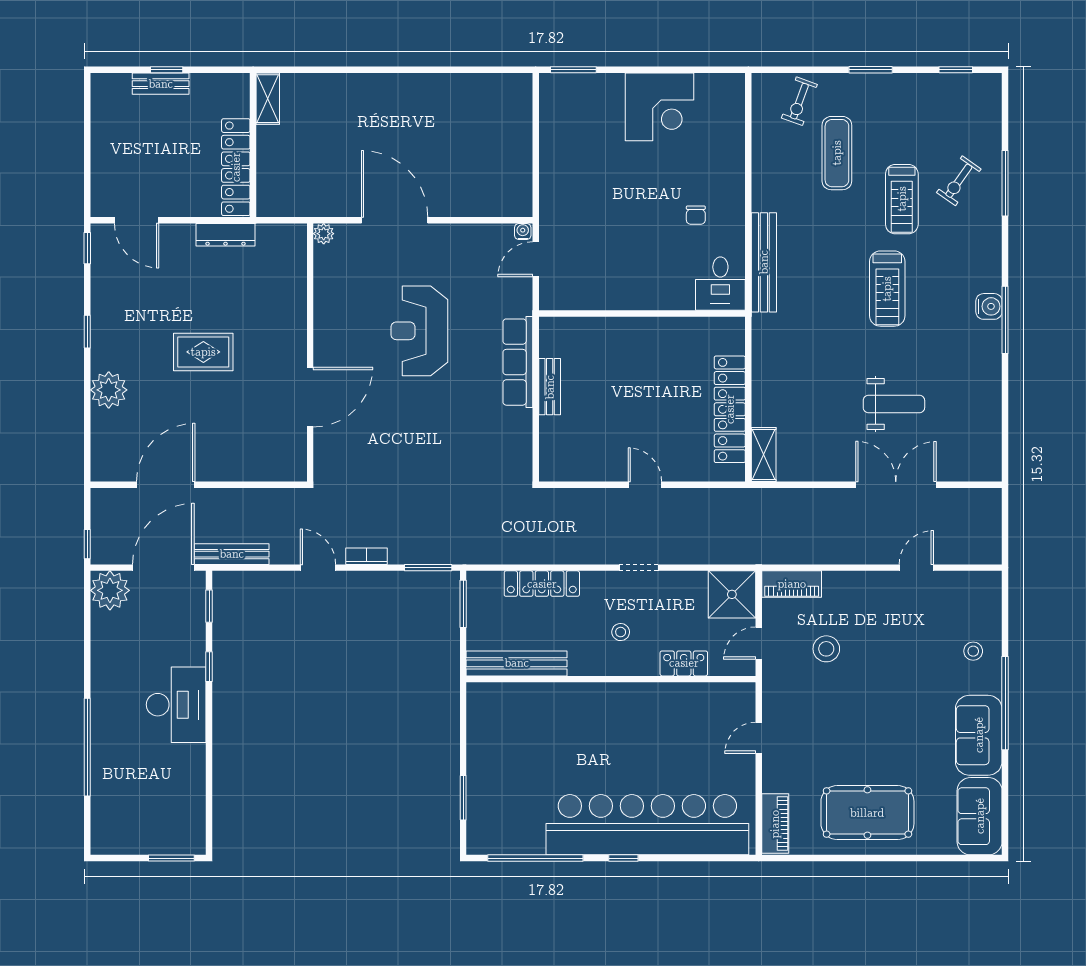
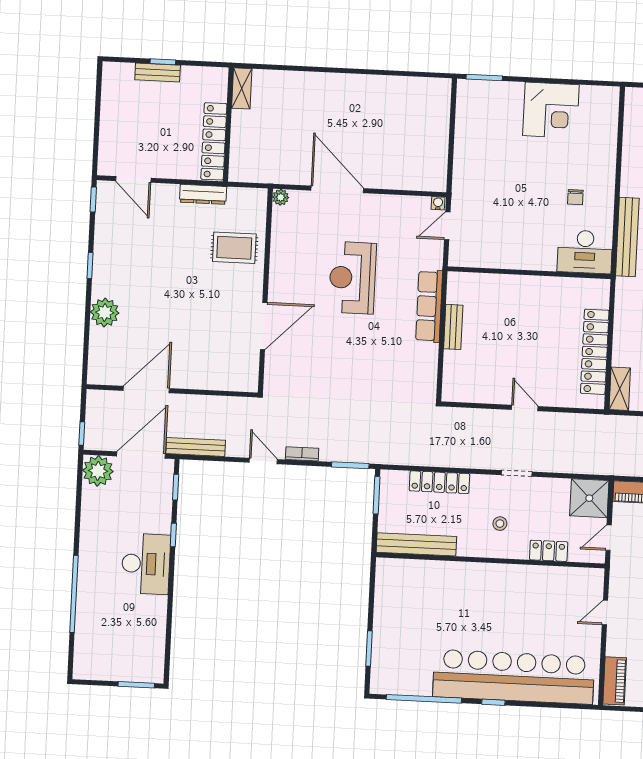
desk: (720, 284) -> (585, 252), width x1.37
rug: (203, 352) -> (234, 248), moved

